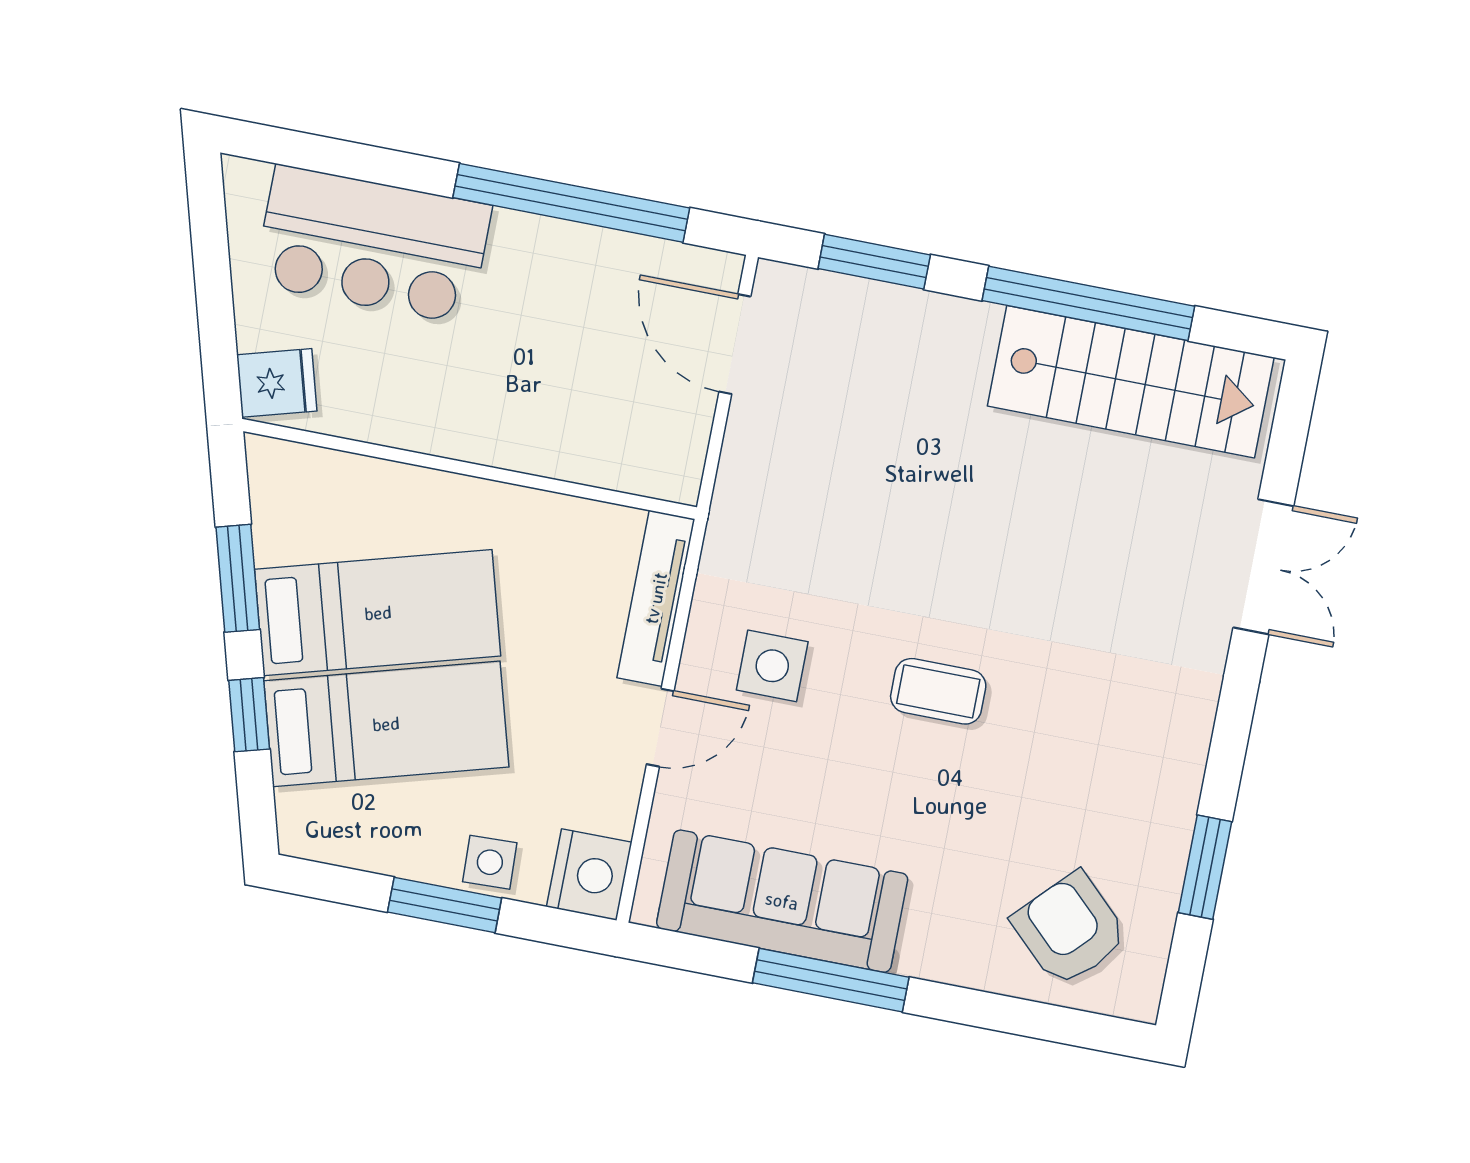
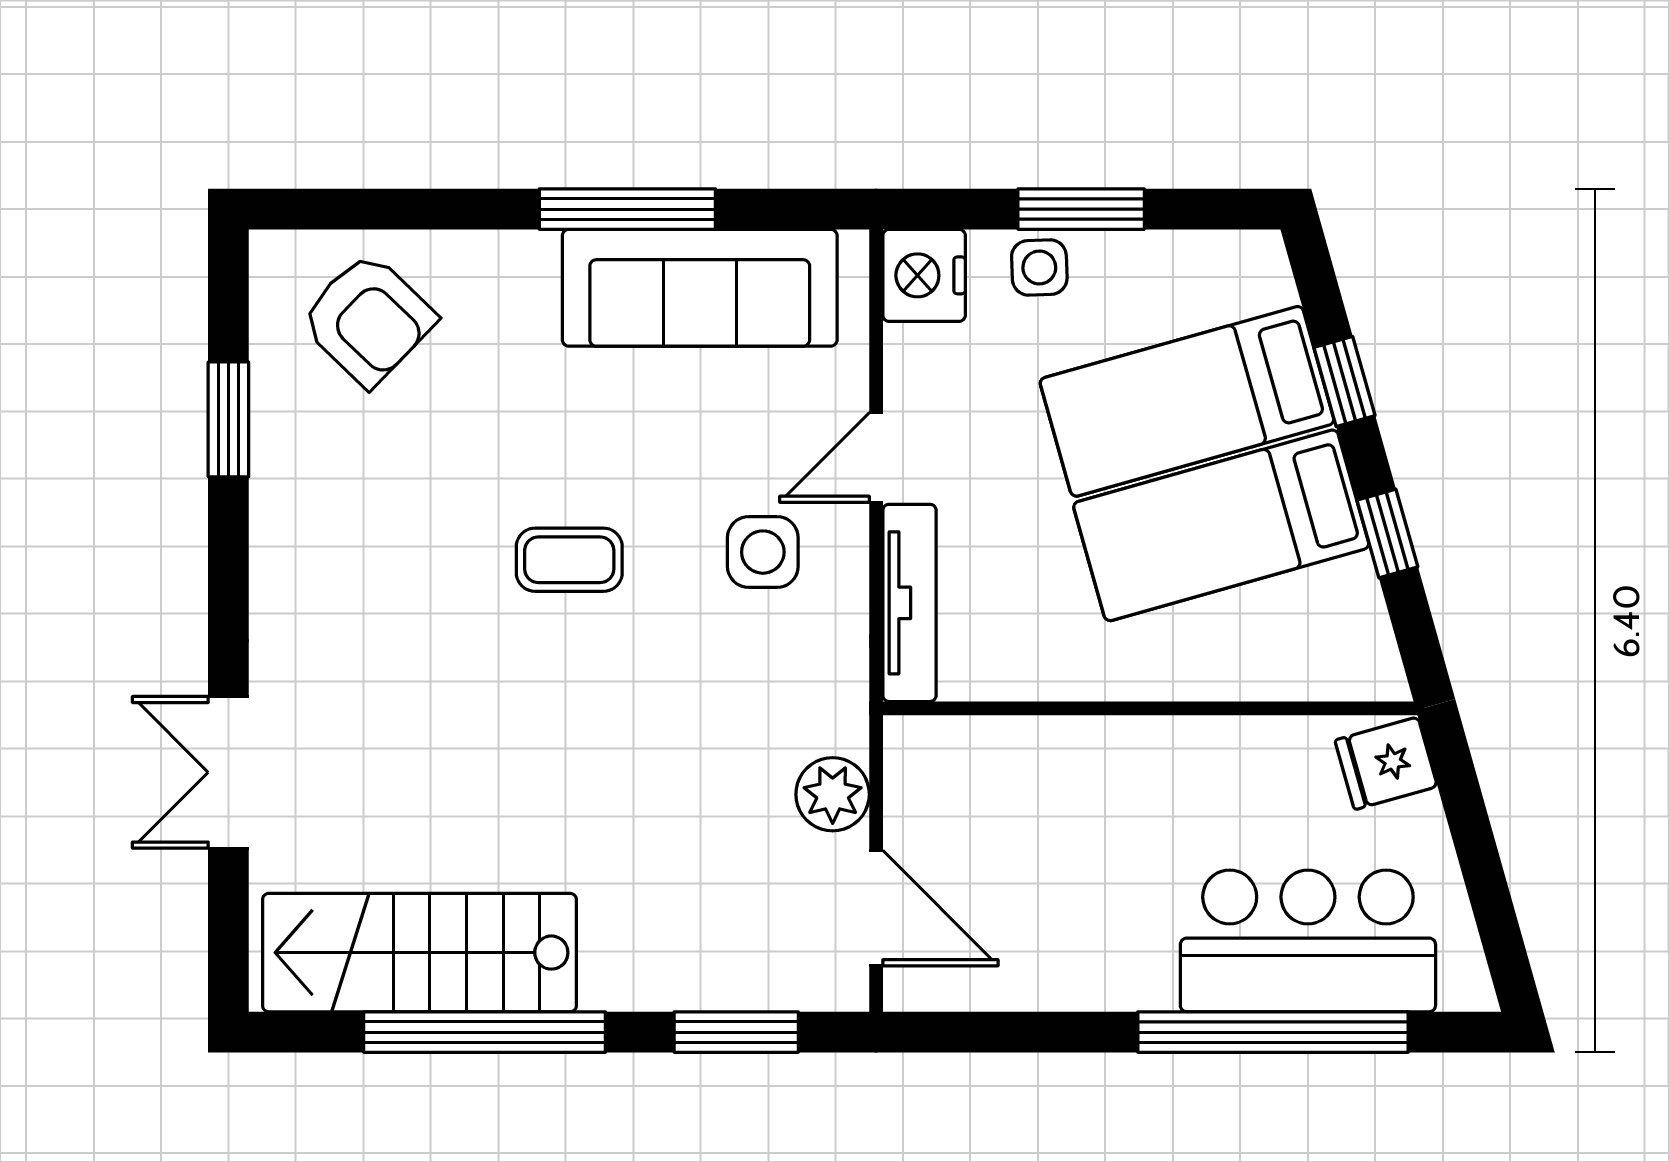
window: (571, 203) -> (1273, 1032), moved
plant: (753, 448) -> (833, 794), added
window: (238, 578) -> (1387, 534), width x0.67

